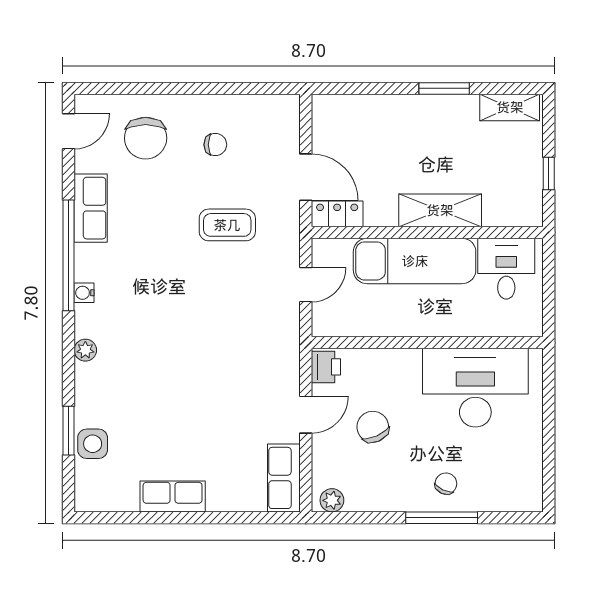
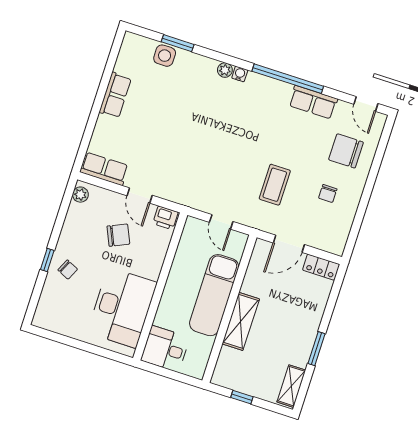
locker: (337, 214) -> (321, 267), moved, turned 90
desk: (506, 269) -> (165, 349), moved, turned 180
water cooler: (84, 293) -> (240, 74), moved
window: (442, 518) -> (47, 260), width x0.46

